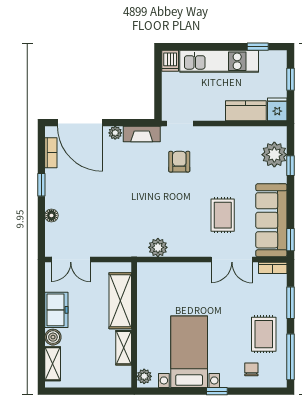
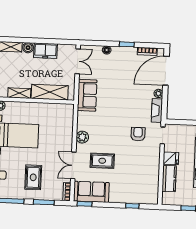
fridge: (277, 109) -> (171, 158), moved
plant: (274, 155) -> (140, 196), removed
armchair: (179, 162) -> (138, 134), turned -90
sofa: (271, 220) -> (91, 192), width x0.73
sofa: (123, 243) -> (87, 95), added
plant: (158, 247) -> (82, 137), moved
double door: (71, 260) -> (78, 61), swing flipped
rug: (264, 334) -> (33, 177), moved, turned 90

